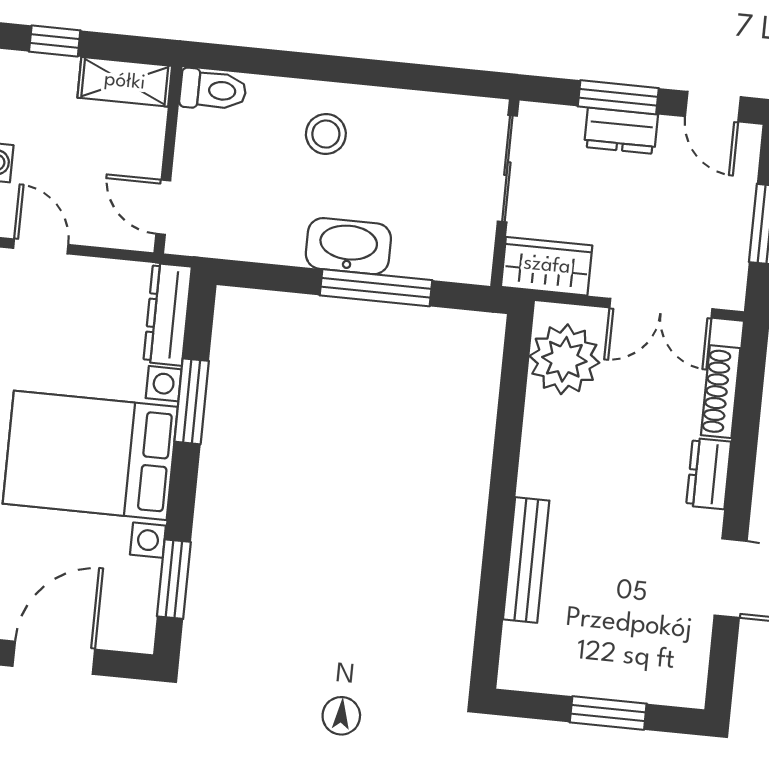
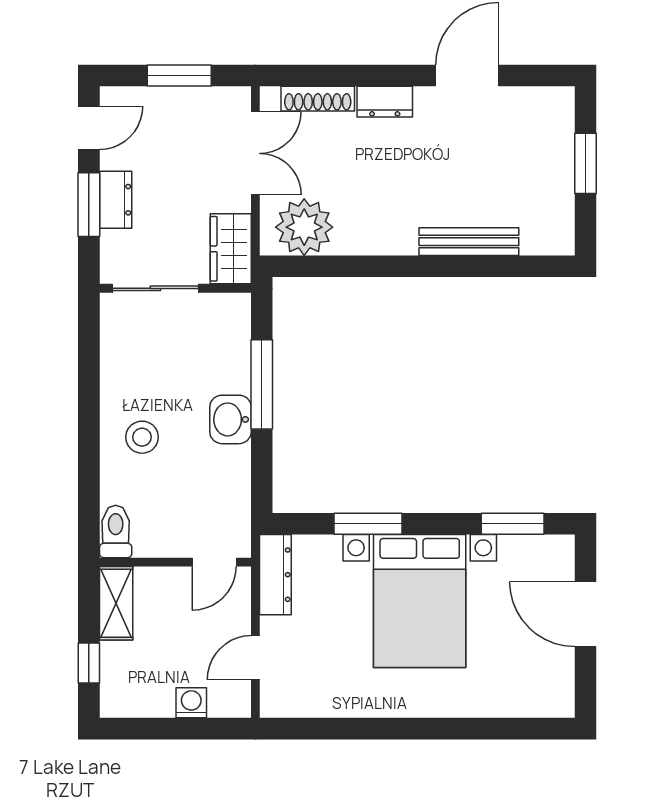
washbasin: (348, 246) -> (230, 419), width x0.72
dresser: (168, 314) -> (275, 575), moved, turned -90

